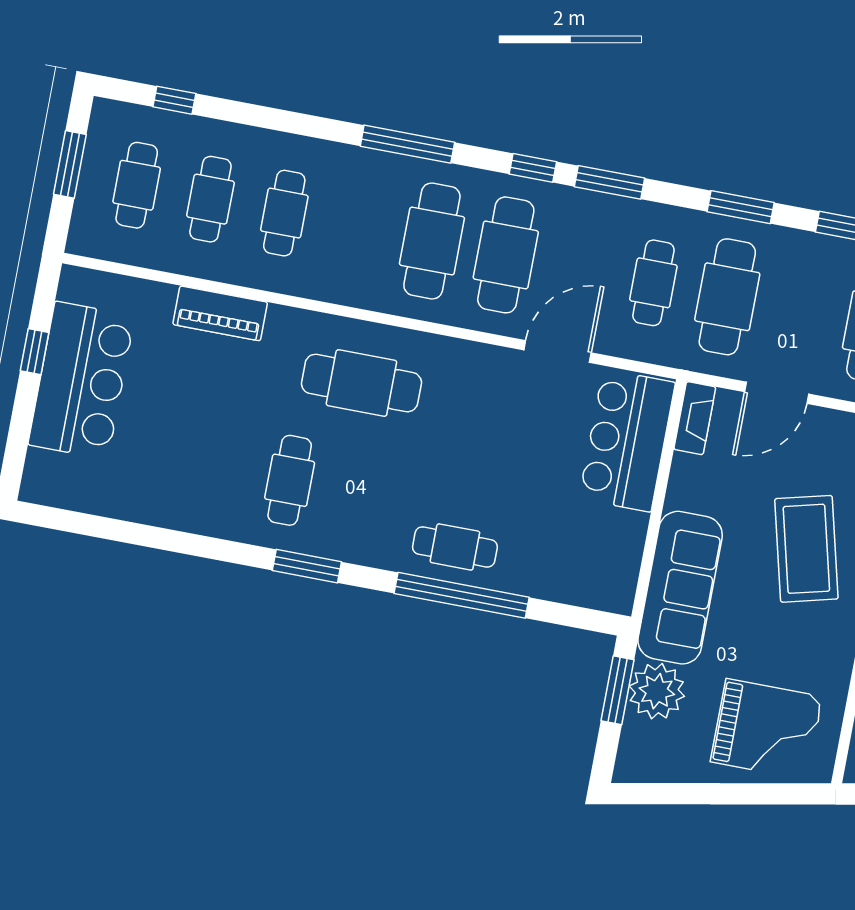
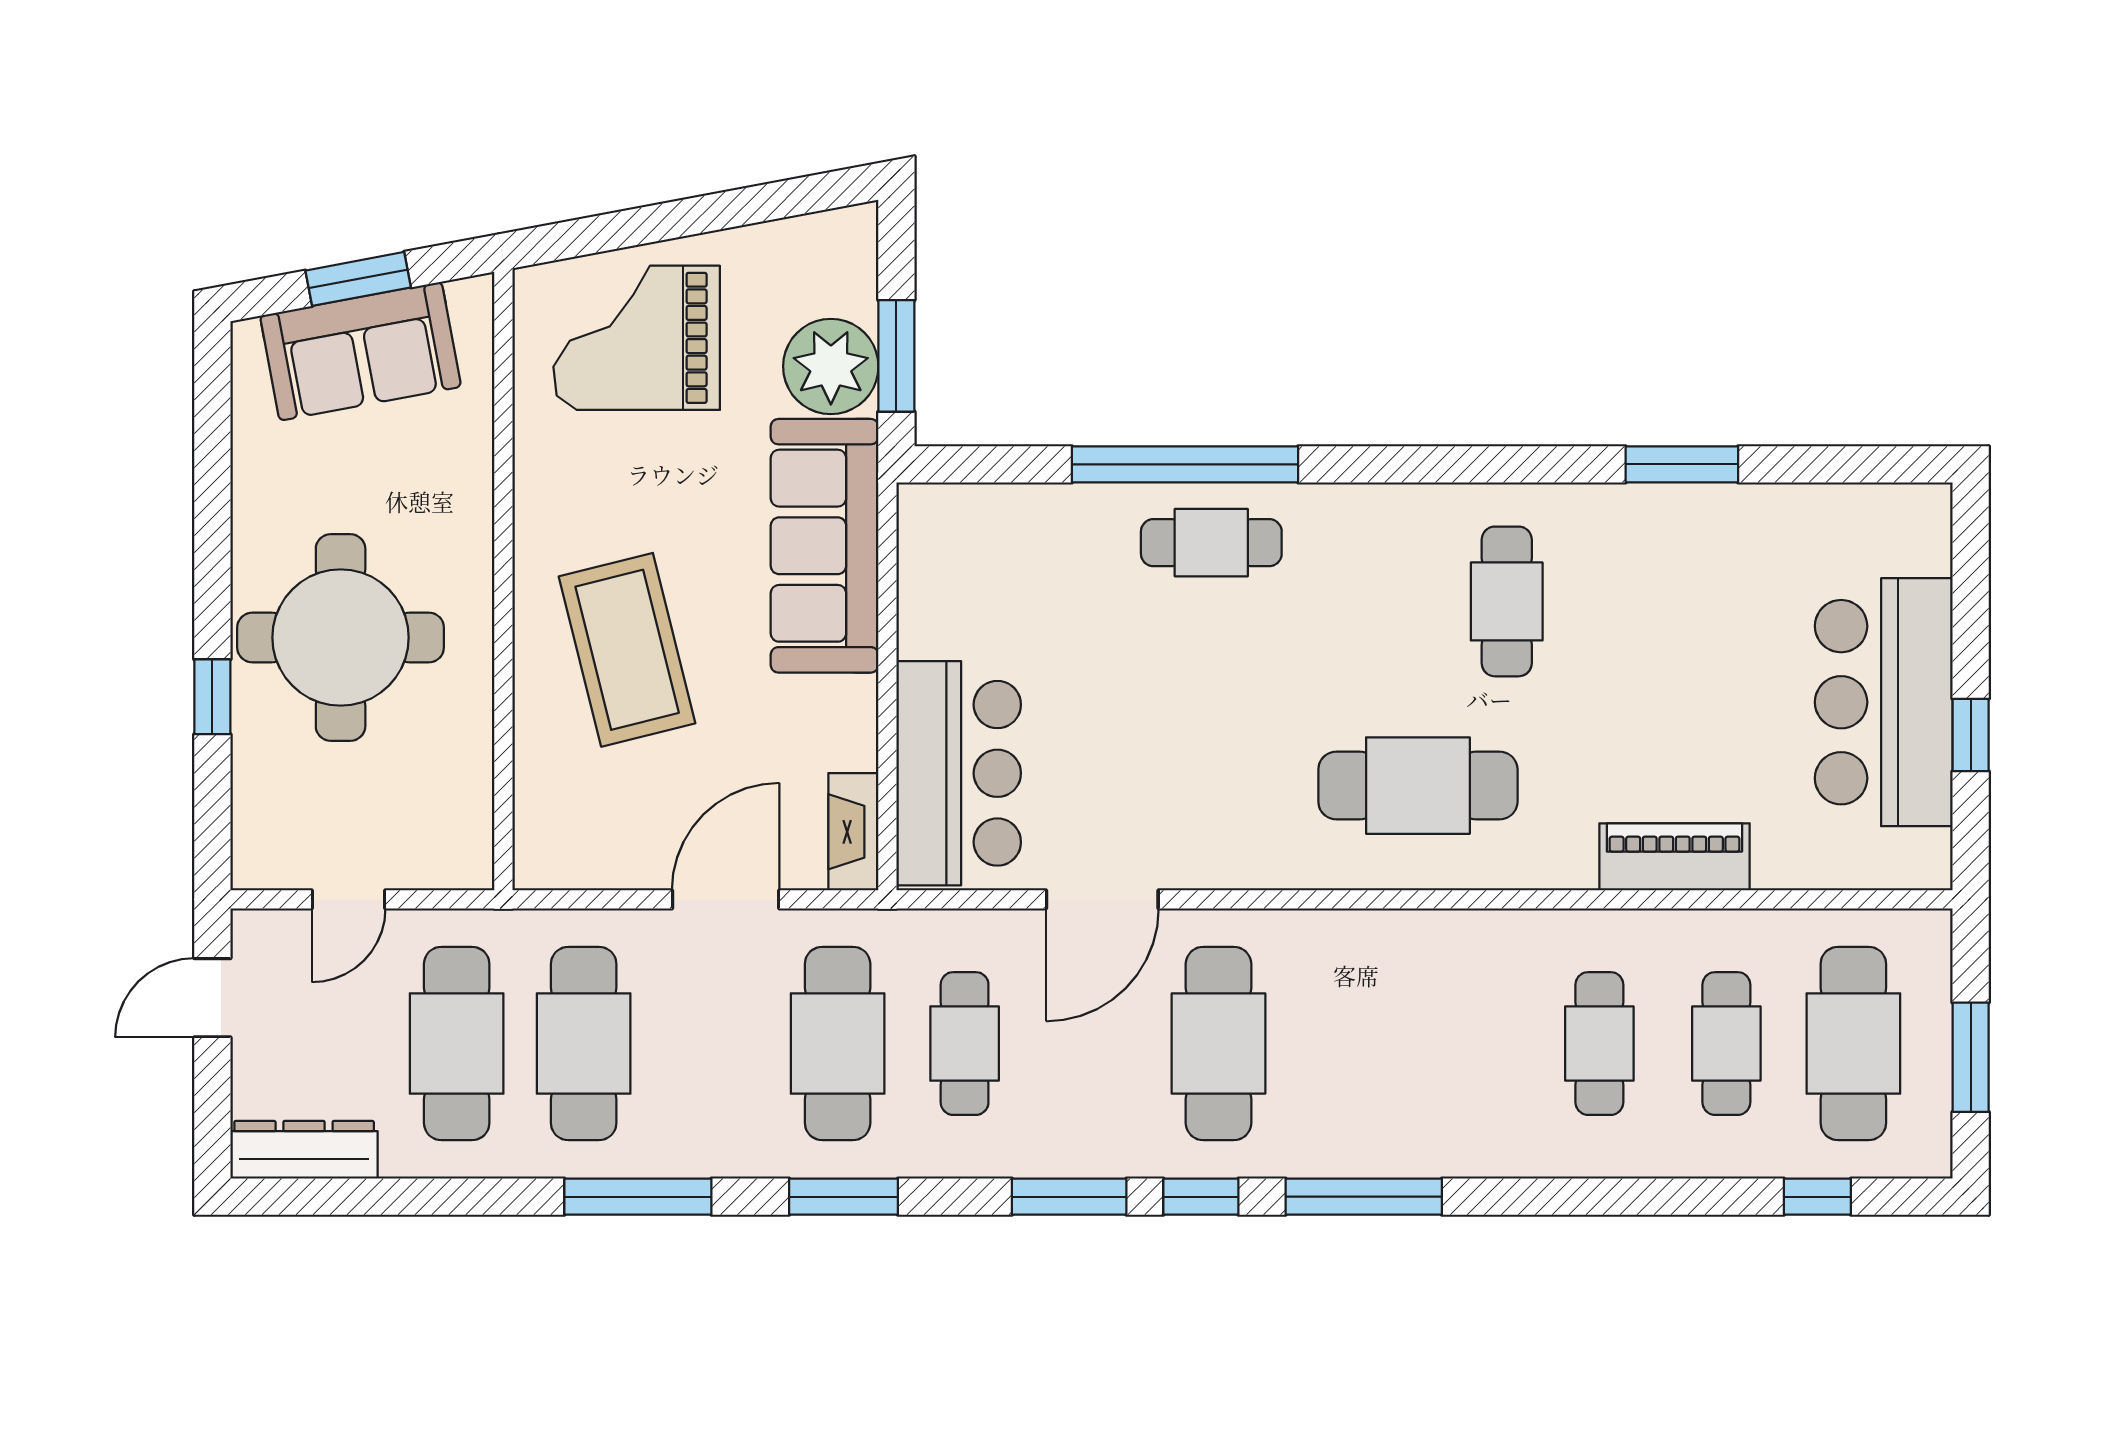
window: (407, 144) -> (1364, 1197), moved
cafe table: (137, 185) -> (1853, 1044), width x1.37, depth x1.35
cafe table: (432, 241) -> (1345, 1044), removed
window: (307, 566) -> (1682, 464), moved

